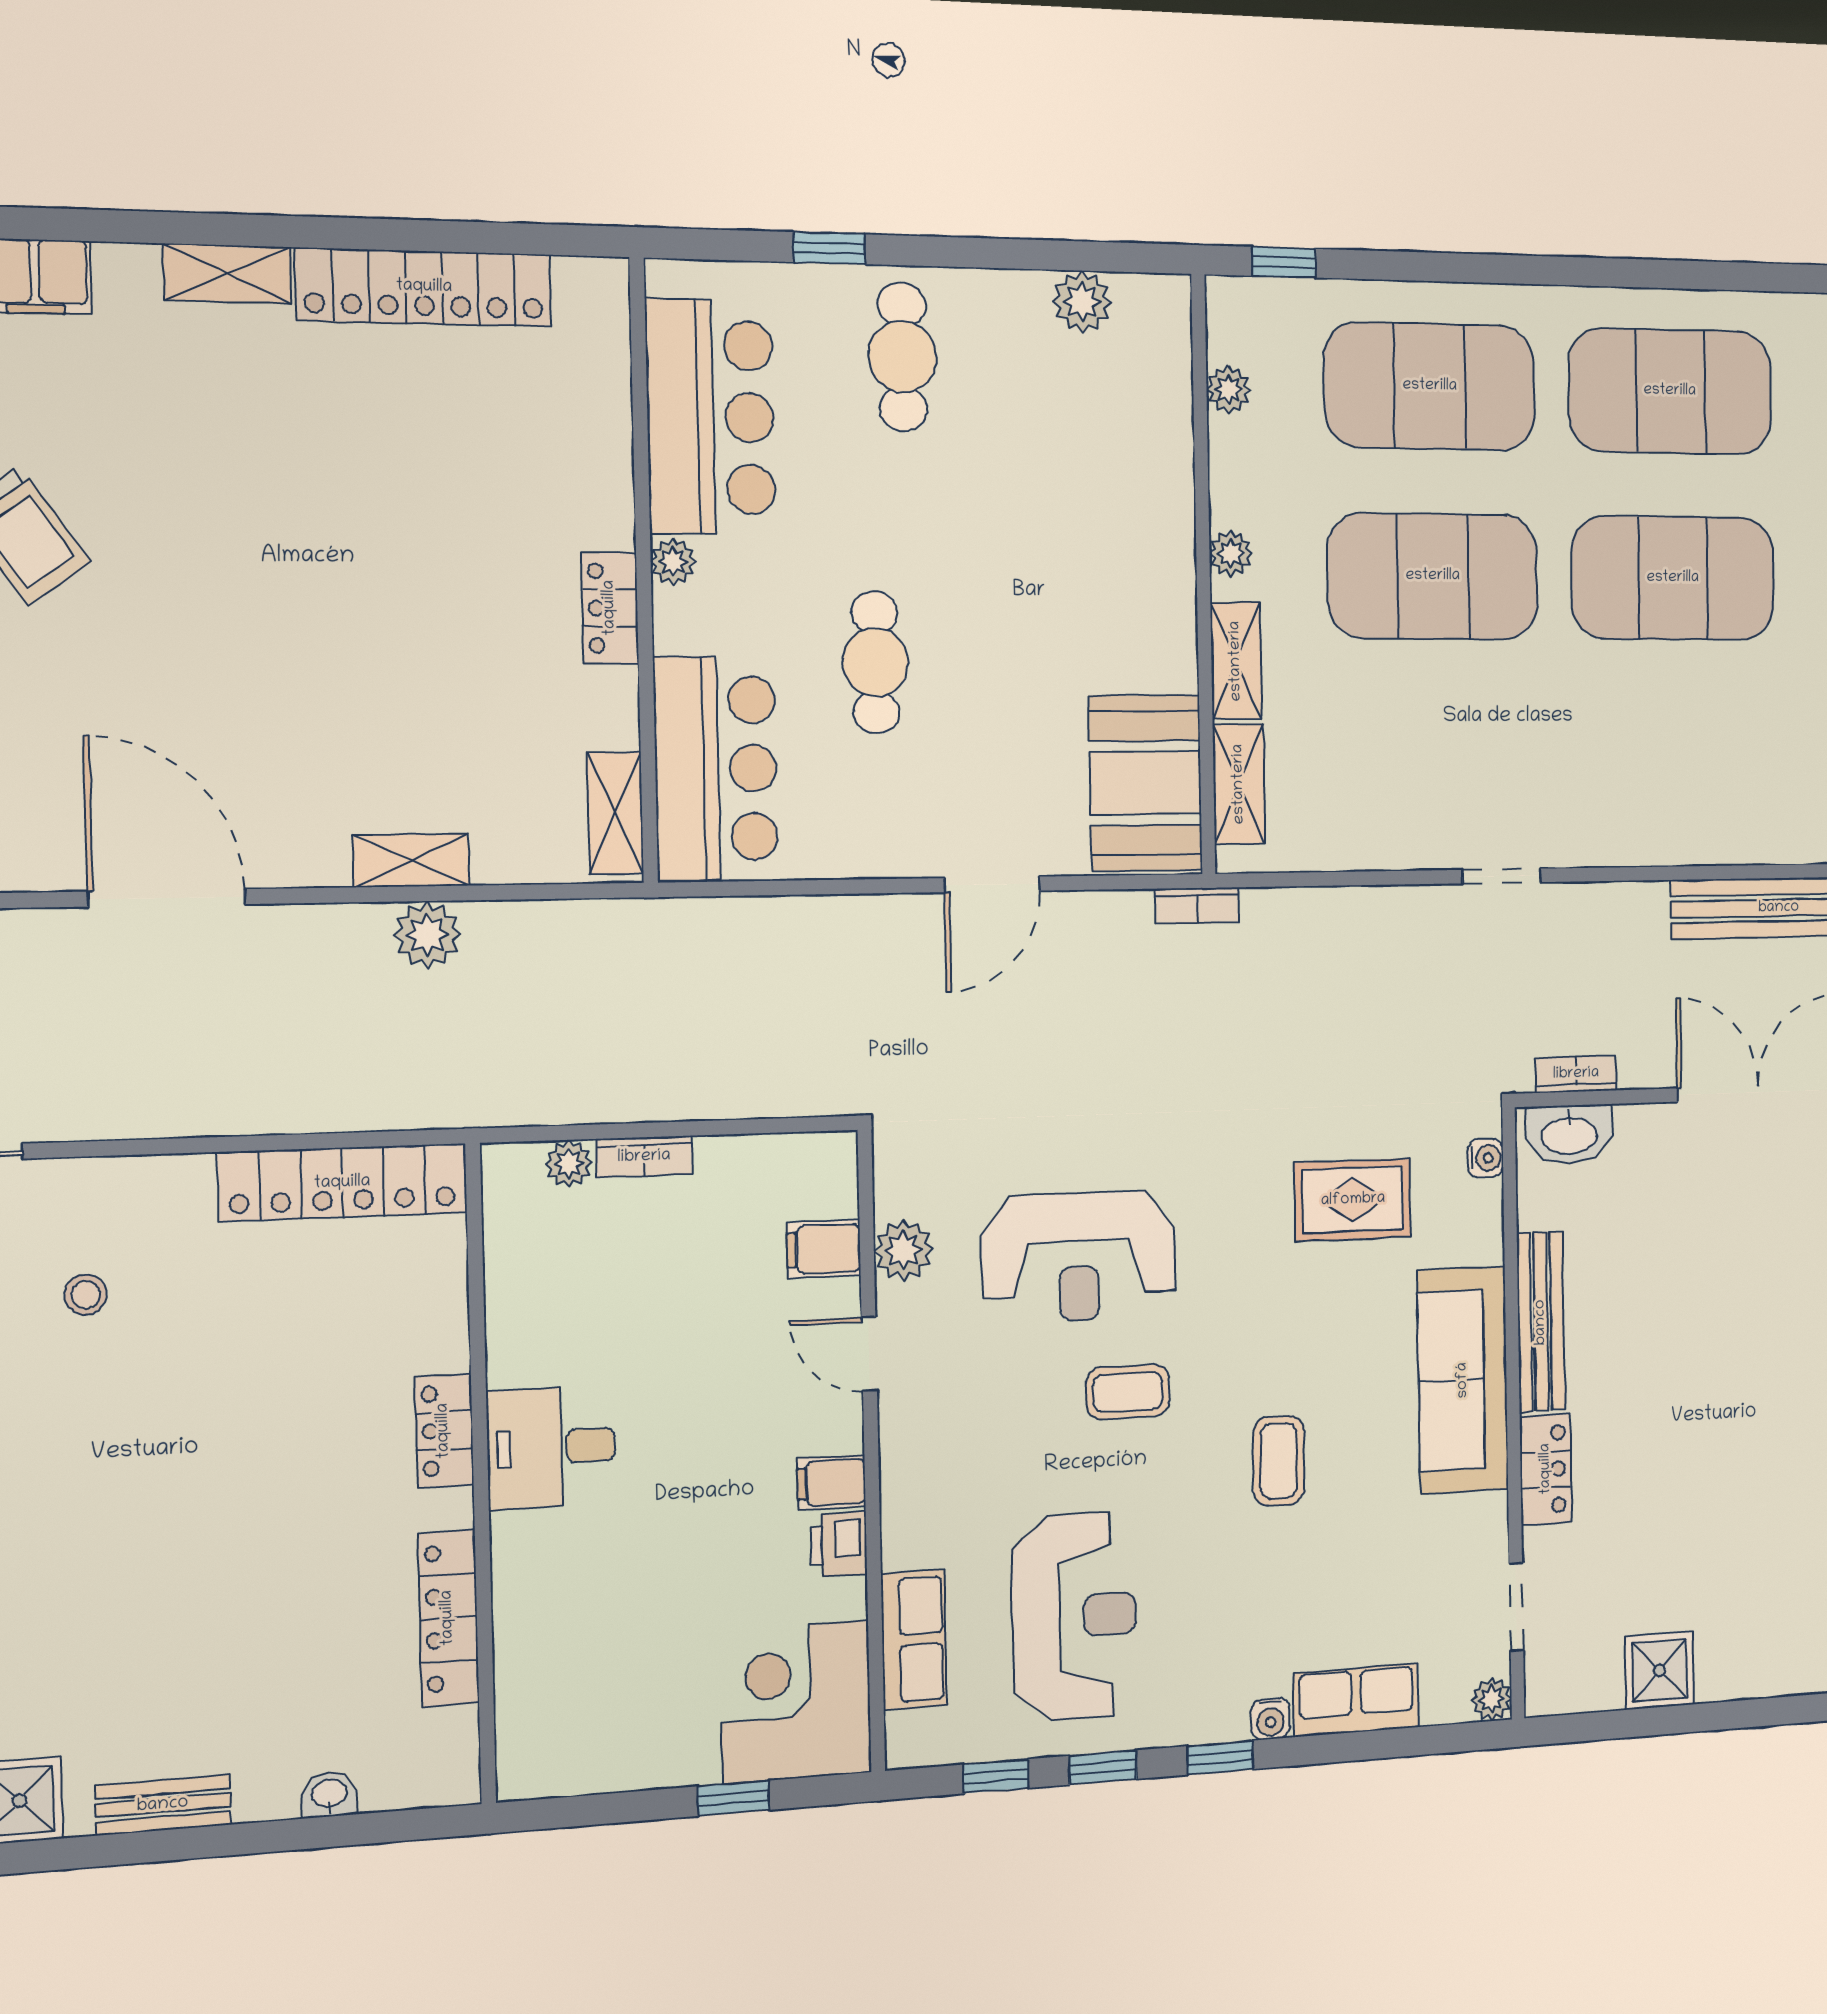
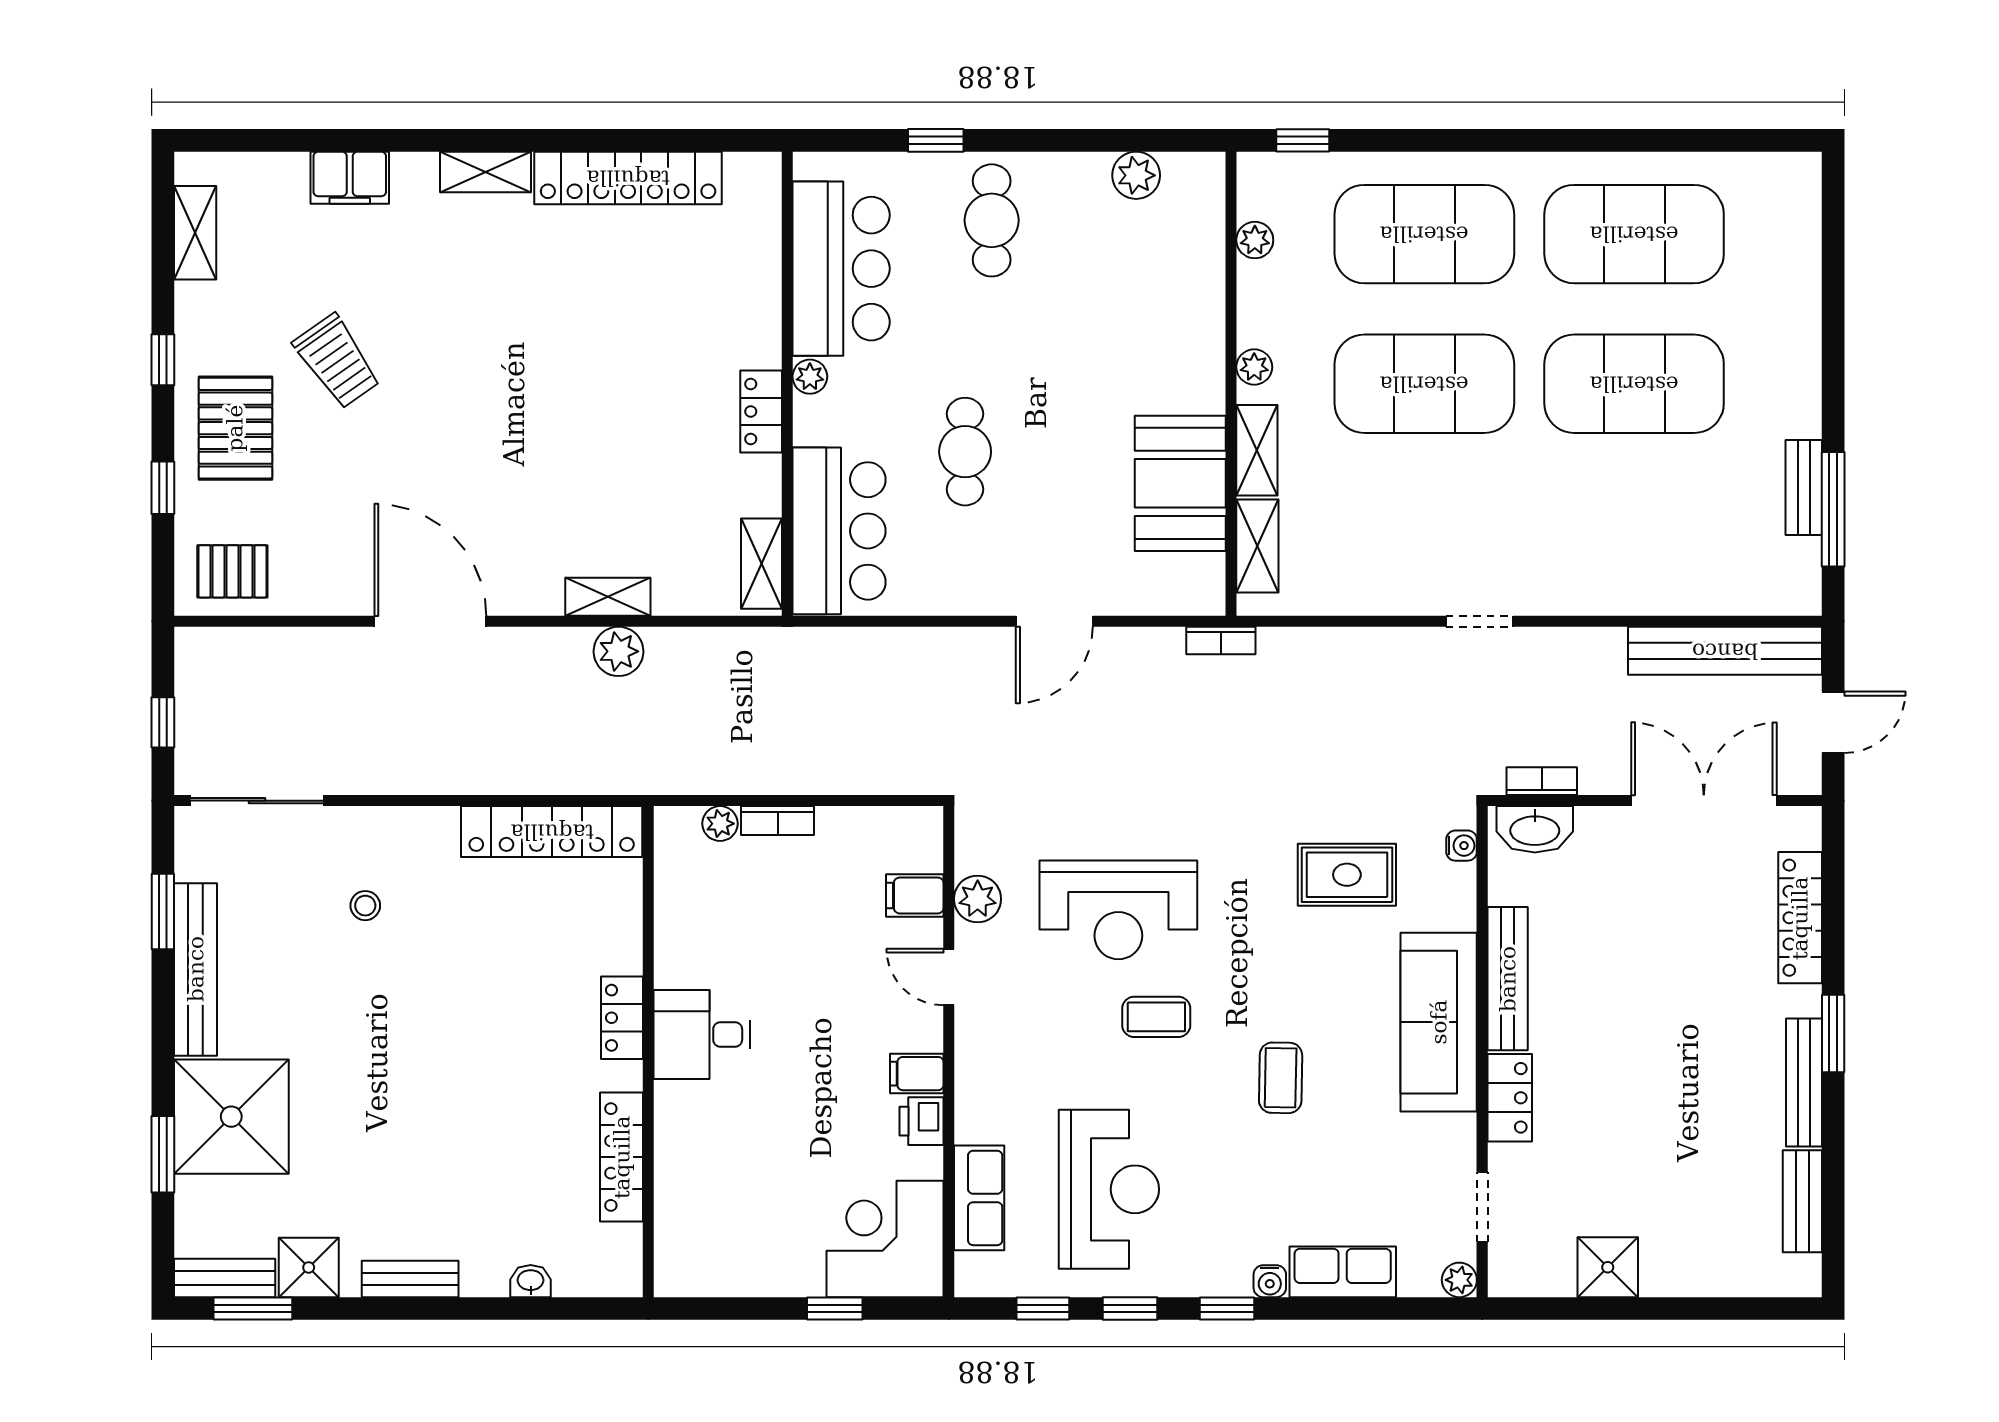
booth: (1145, 783) -> (1180, 483), moved

